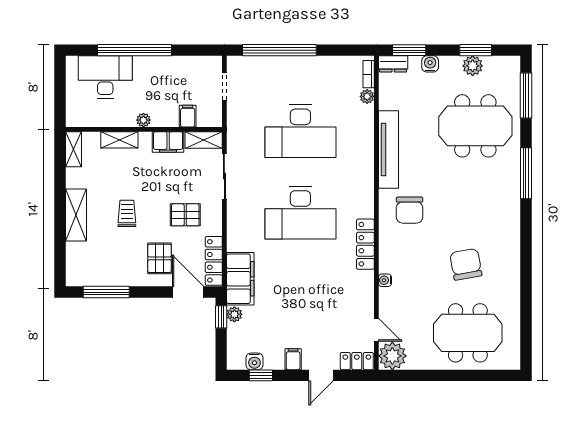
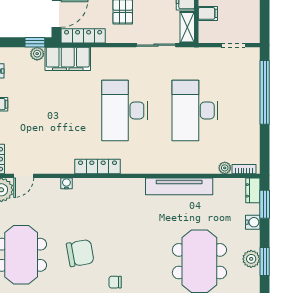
chair: (410, 210) -> (115, 282), moved, width x0.54, depth x0.54

